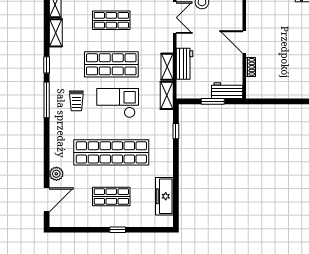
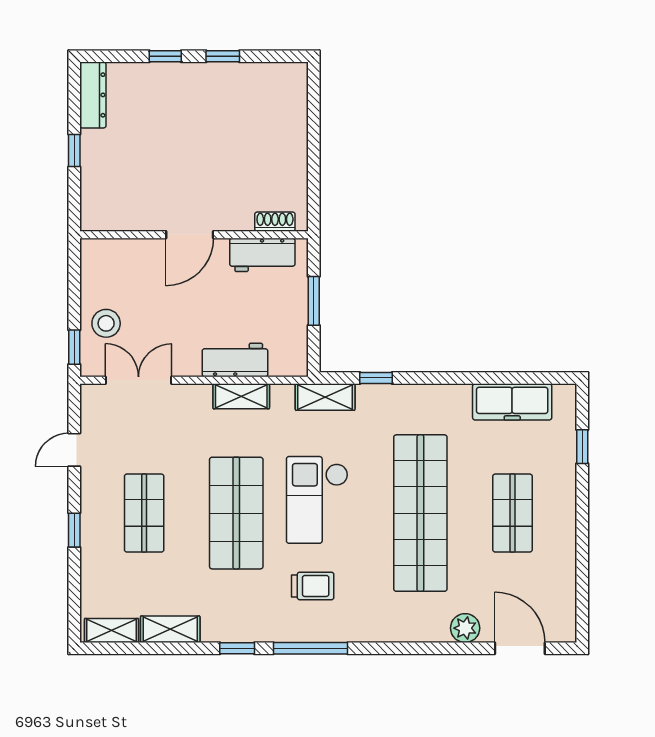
shoe rack: (251, 67) -> (275, 222), moved
workbench: (227, 91) -> (262, 255), moved, turned -90
shelving: (167, 95) -> (325, 397), moved
window: (118, 230) -> (582, 447), moved

